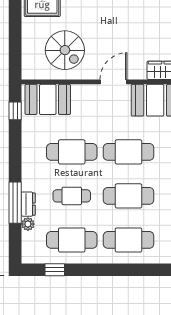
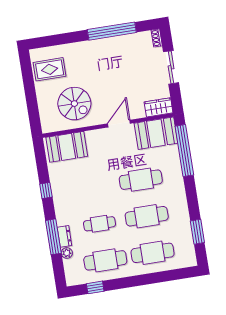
window: (15, 111) -> (46, 190), moved
cafe table: (72, 152) -> (94, 187), removed

